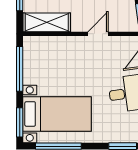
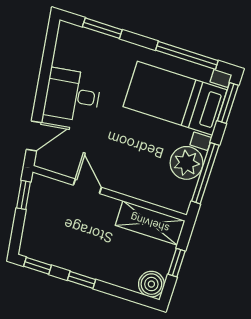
door: (98, 34) -> (87, 186), swing flipped
plant: (35, 72) -> (187, 163), added

